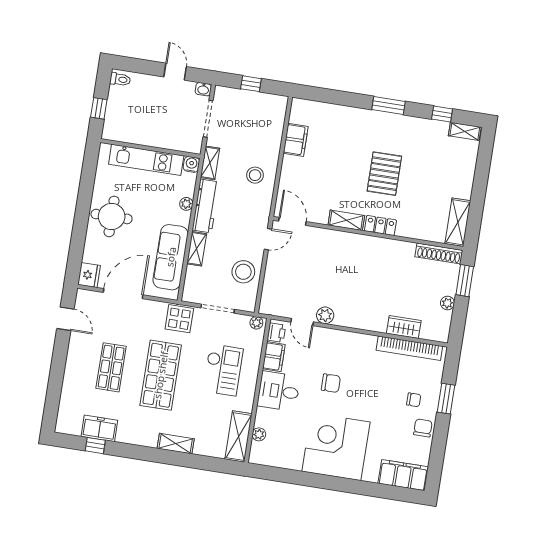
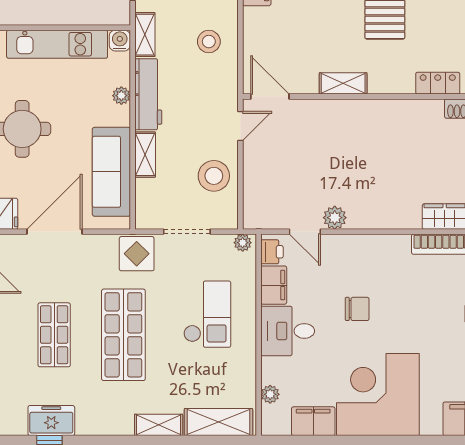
locker: (380, 225) -> (438, 83), moved
shelving: (238, 436) -> (218, 422), moved, turned 90
filing cabinet: (287, 459) -> (313, 421), added

